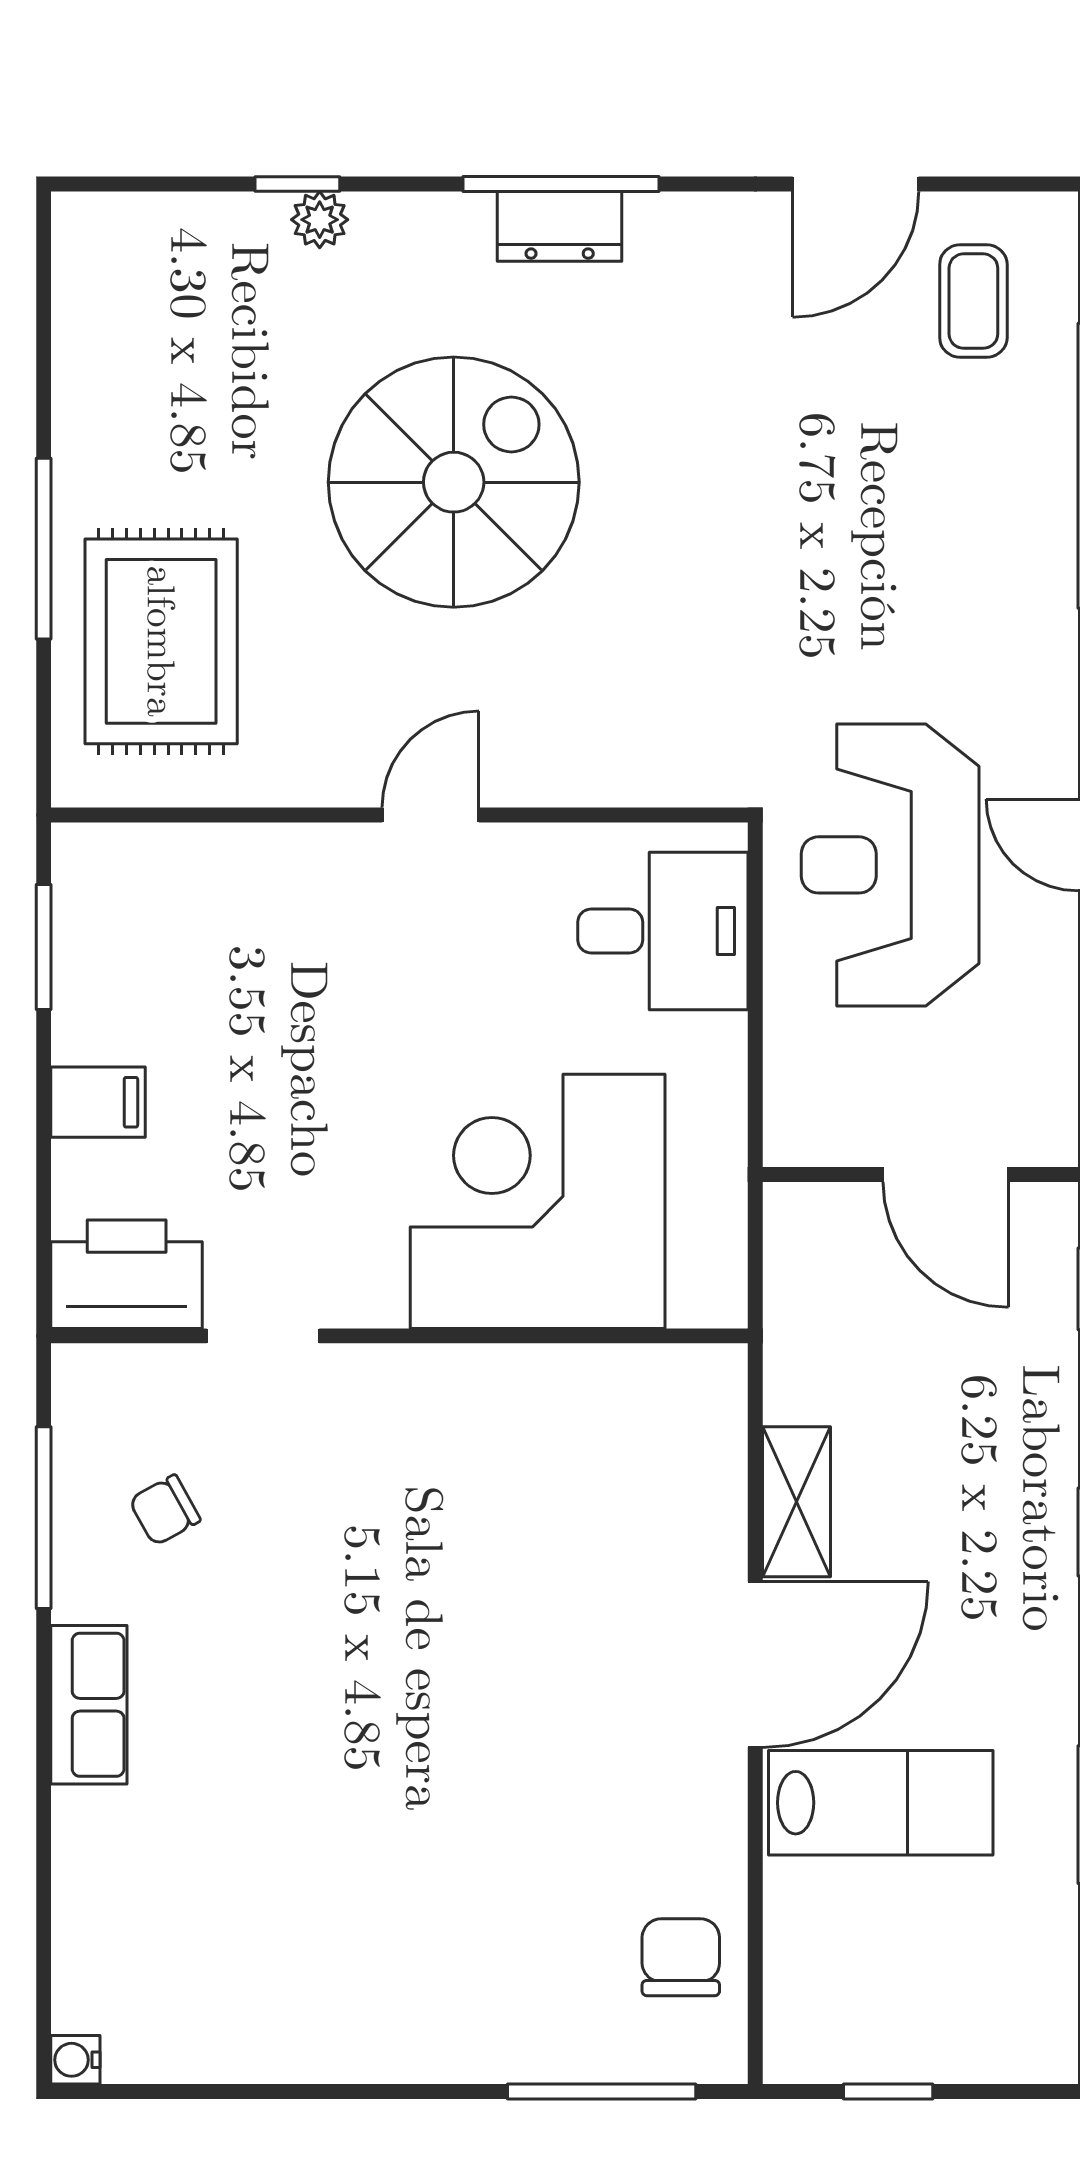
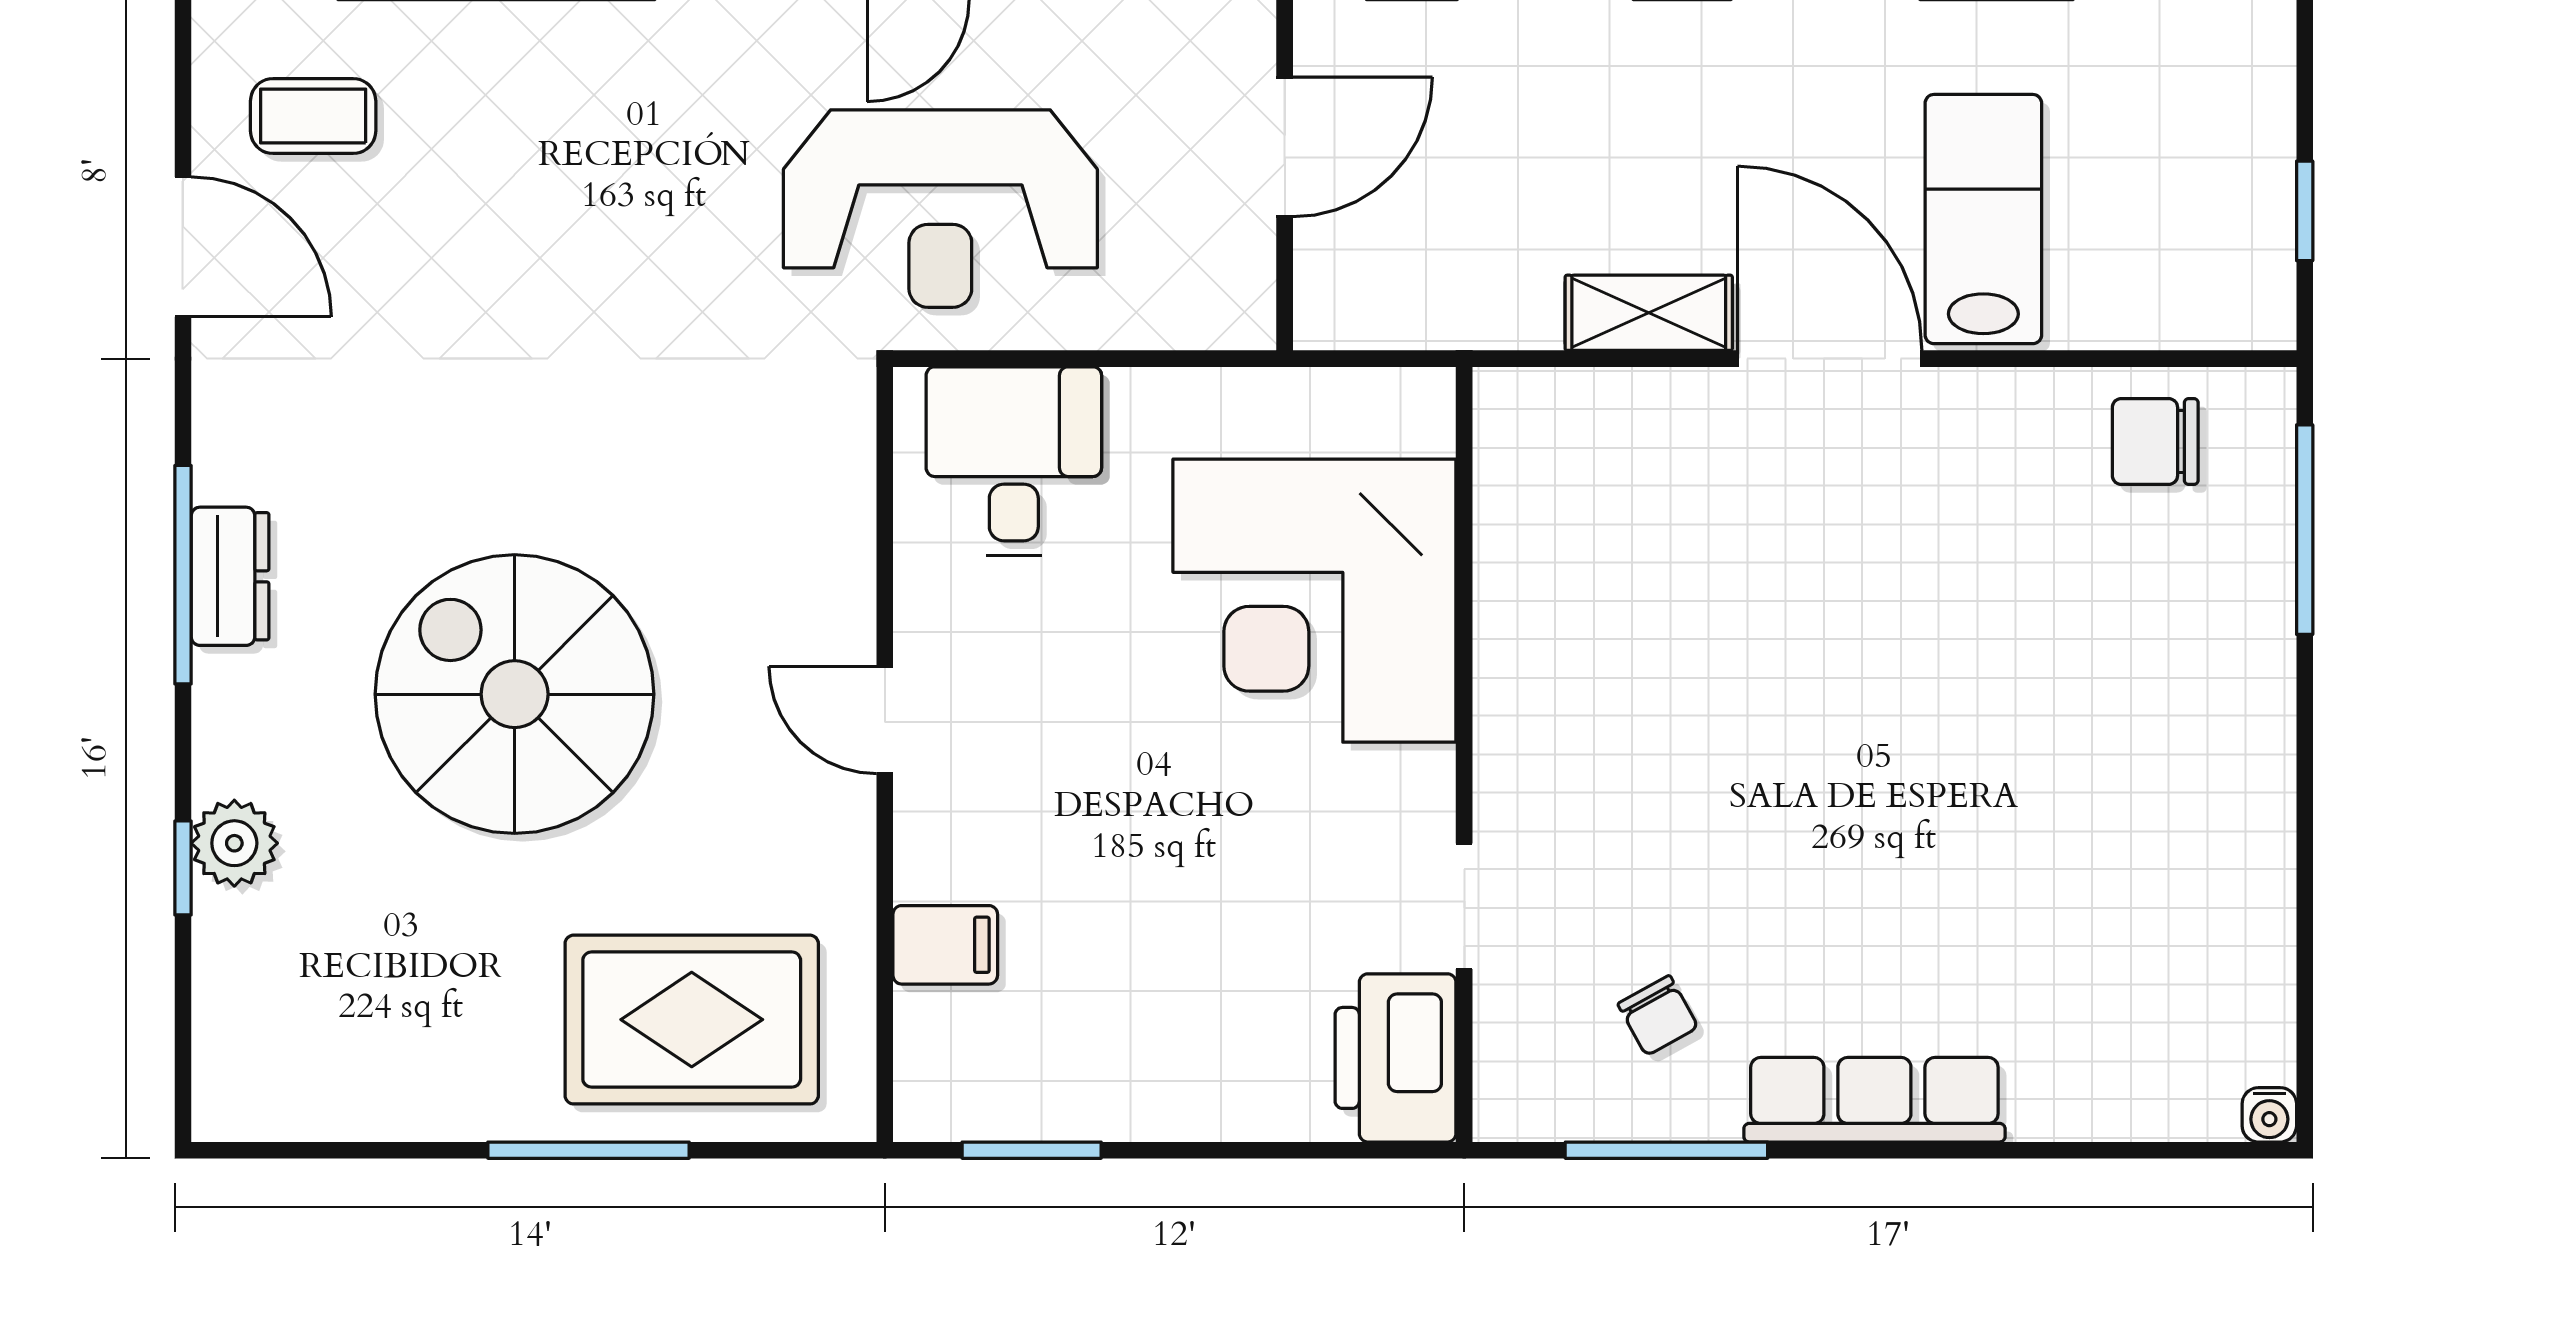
plant: (320, 220) -> (234, 843), width x1.38, depth x1.38
filing cabinet: (98, 1102) -> (945, 945), moved, turned 90
row of seats: (89, 1705) -> (1874, 1100), width x1.48

